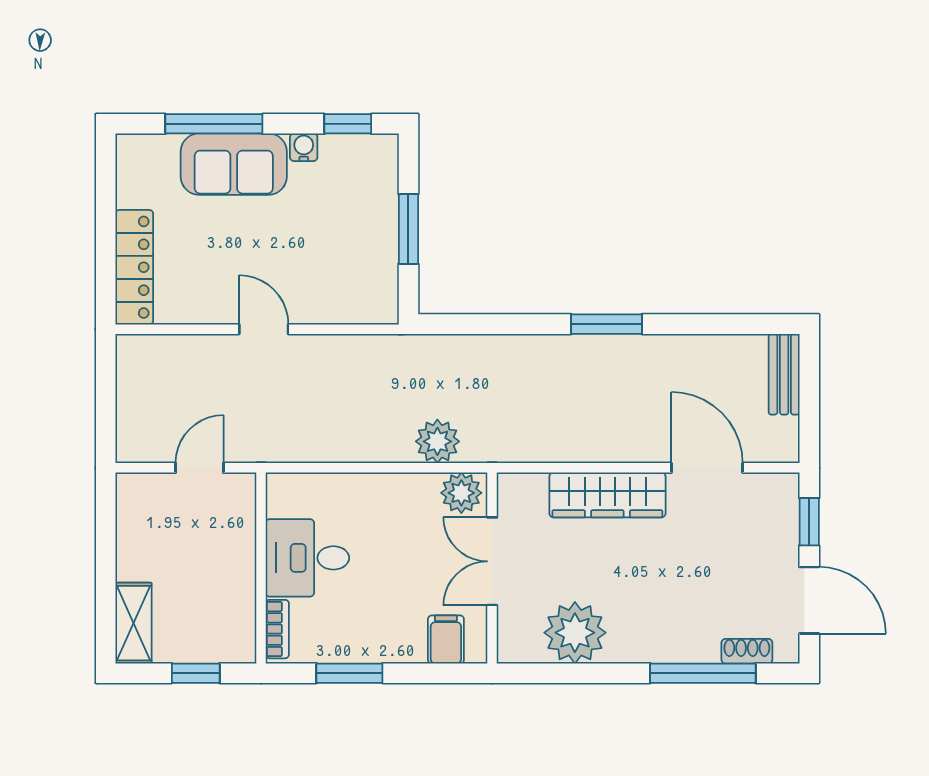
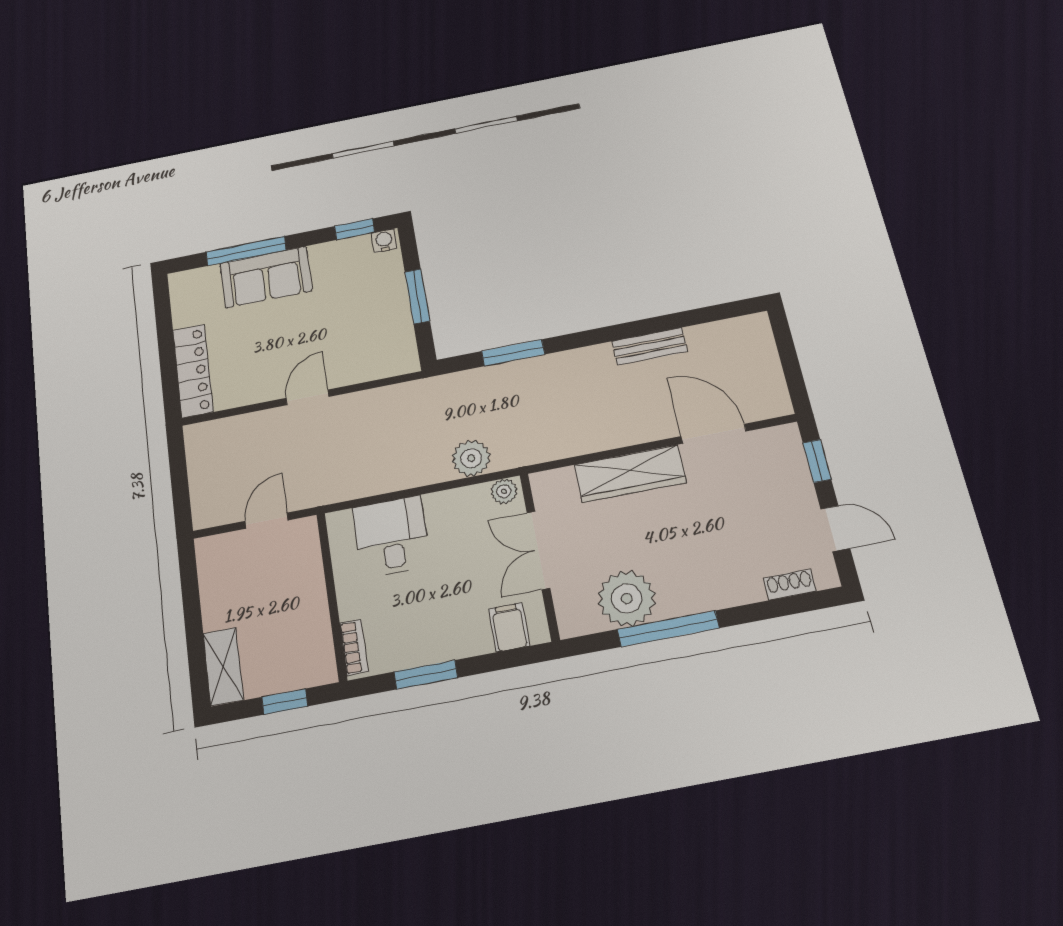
water cooler: (304, 147) -> (384, 241), moved
window: (606, 324) -> (513, 353), moved
door: (264, 329) -> (307, 397), hinge flipped
bench: (784, 374) -> (650, 346), moved, turned 90
plant: (461, 493) -> (504, 491), width x0.73, depth x0.73
desk: (307, 558) -> (392, 537), moved, turned 90
door: (809, 600) -> (835, 529), width x0.73
window: (703, 673) -> (668, 629), moved

